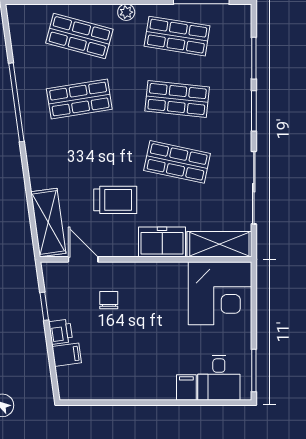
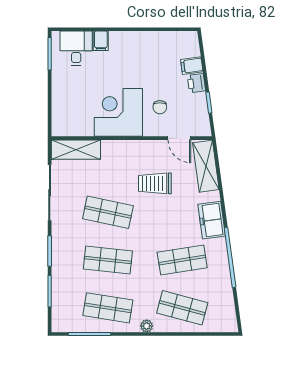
freezer: (162, 242) -> (212, 220), moved, turned 82
corner desk: (220, 293) -> (118, 112), moved

